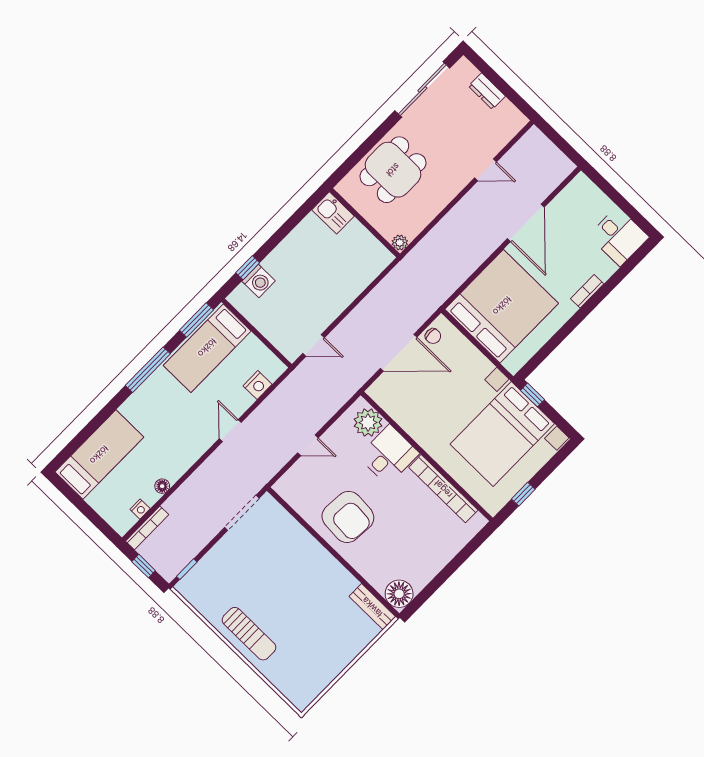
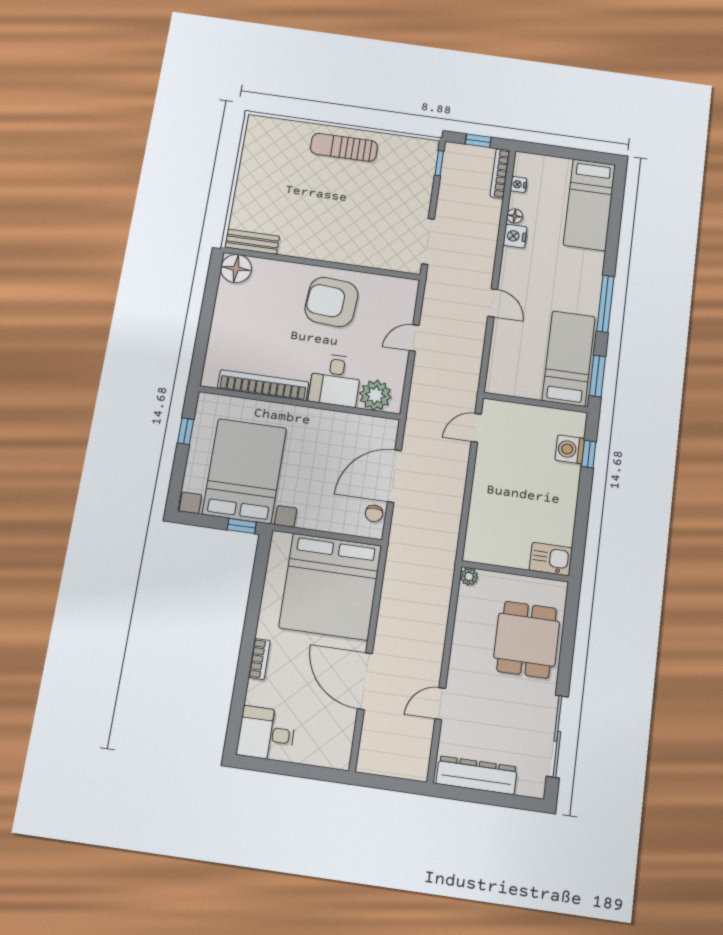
dresser: (487, 91) -> (477, 775), width x1.96, depth x1.24
chair: (433, 336) -> (374, 513), turned -90
nightstand: (258, 385) -> (515, 236), moved

